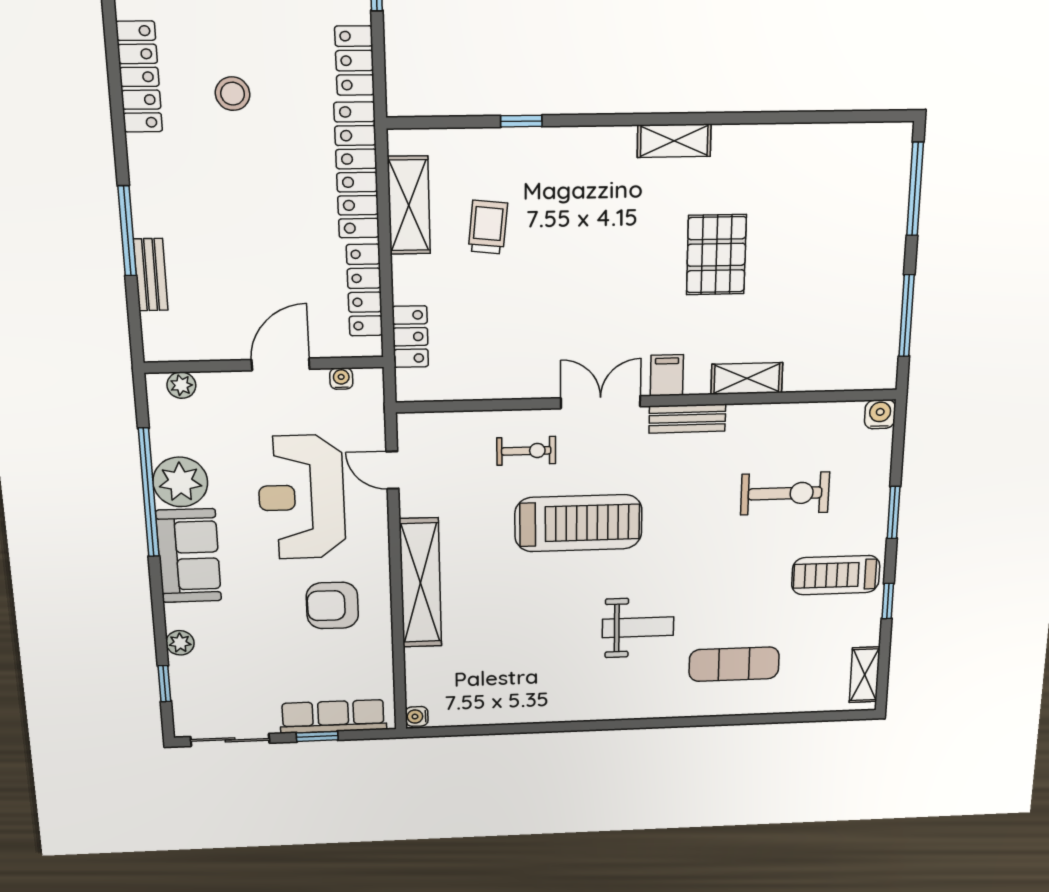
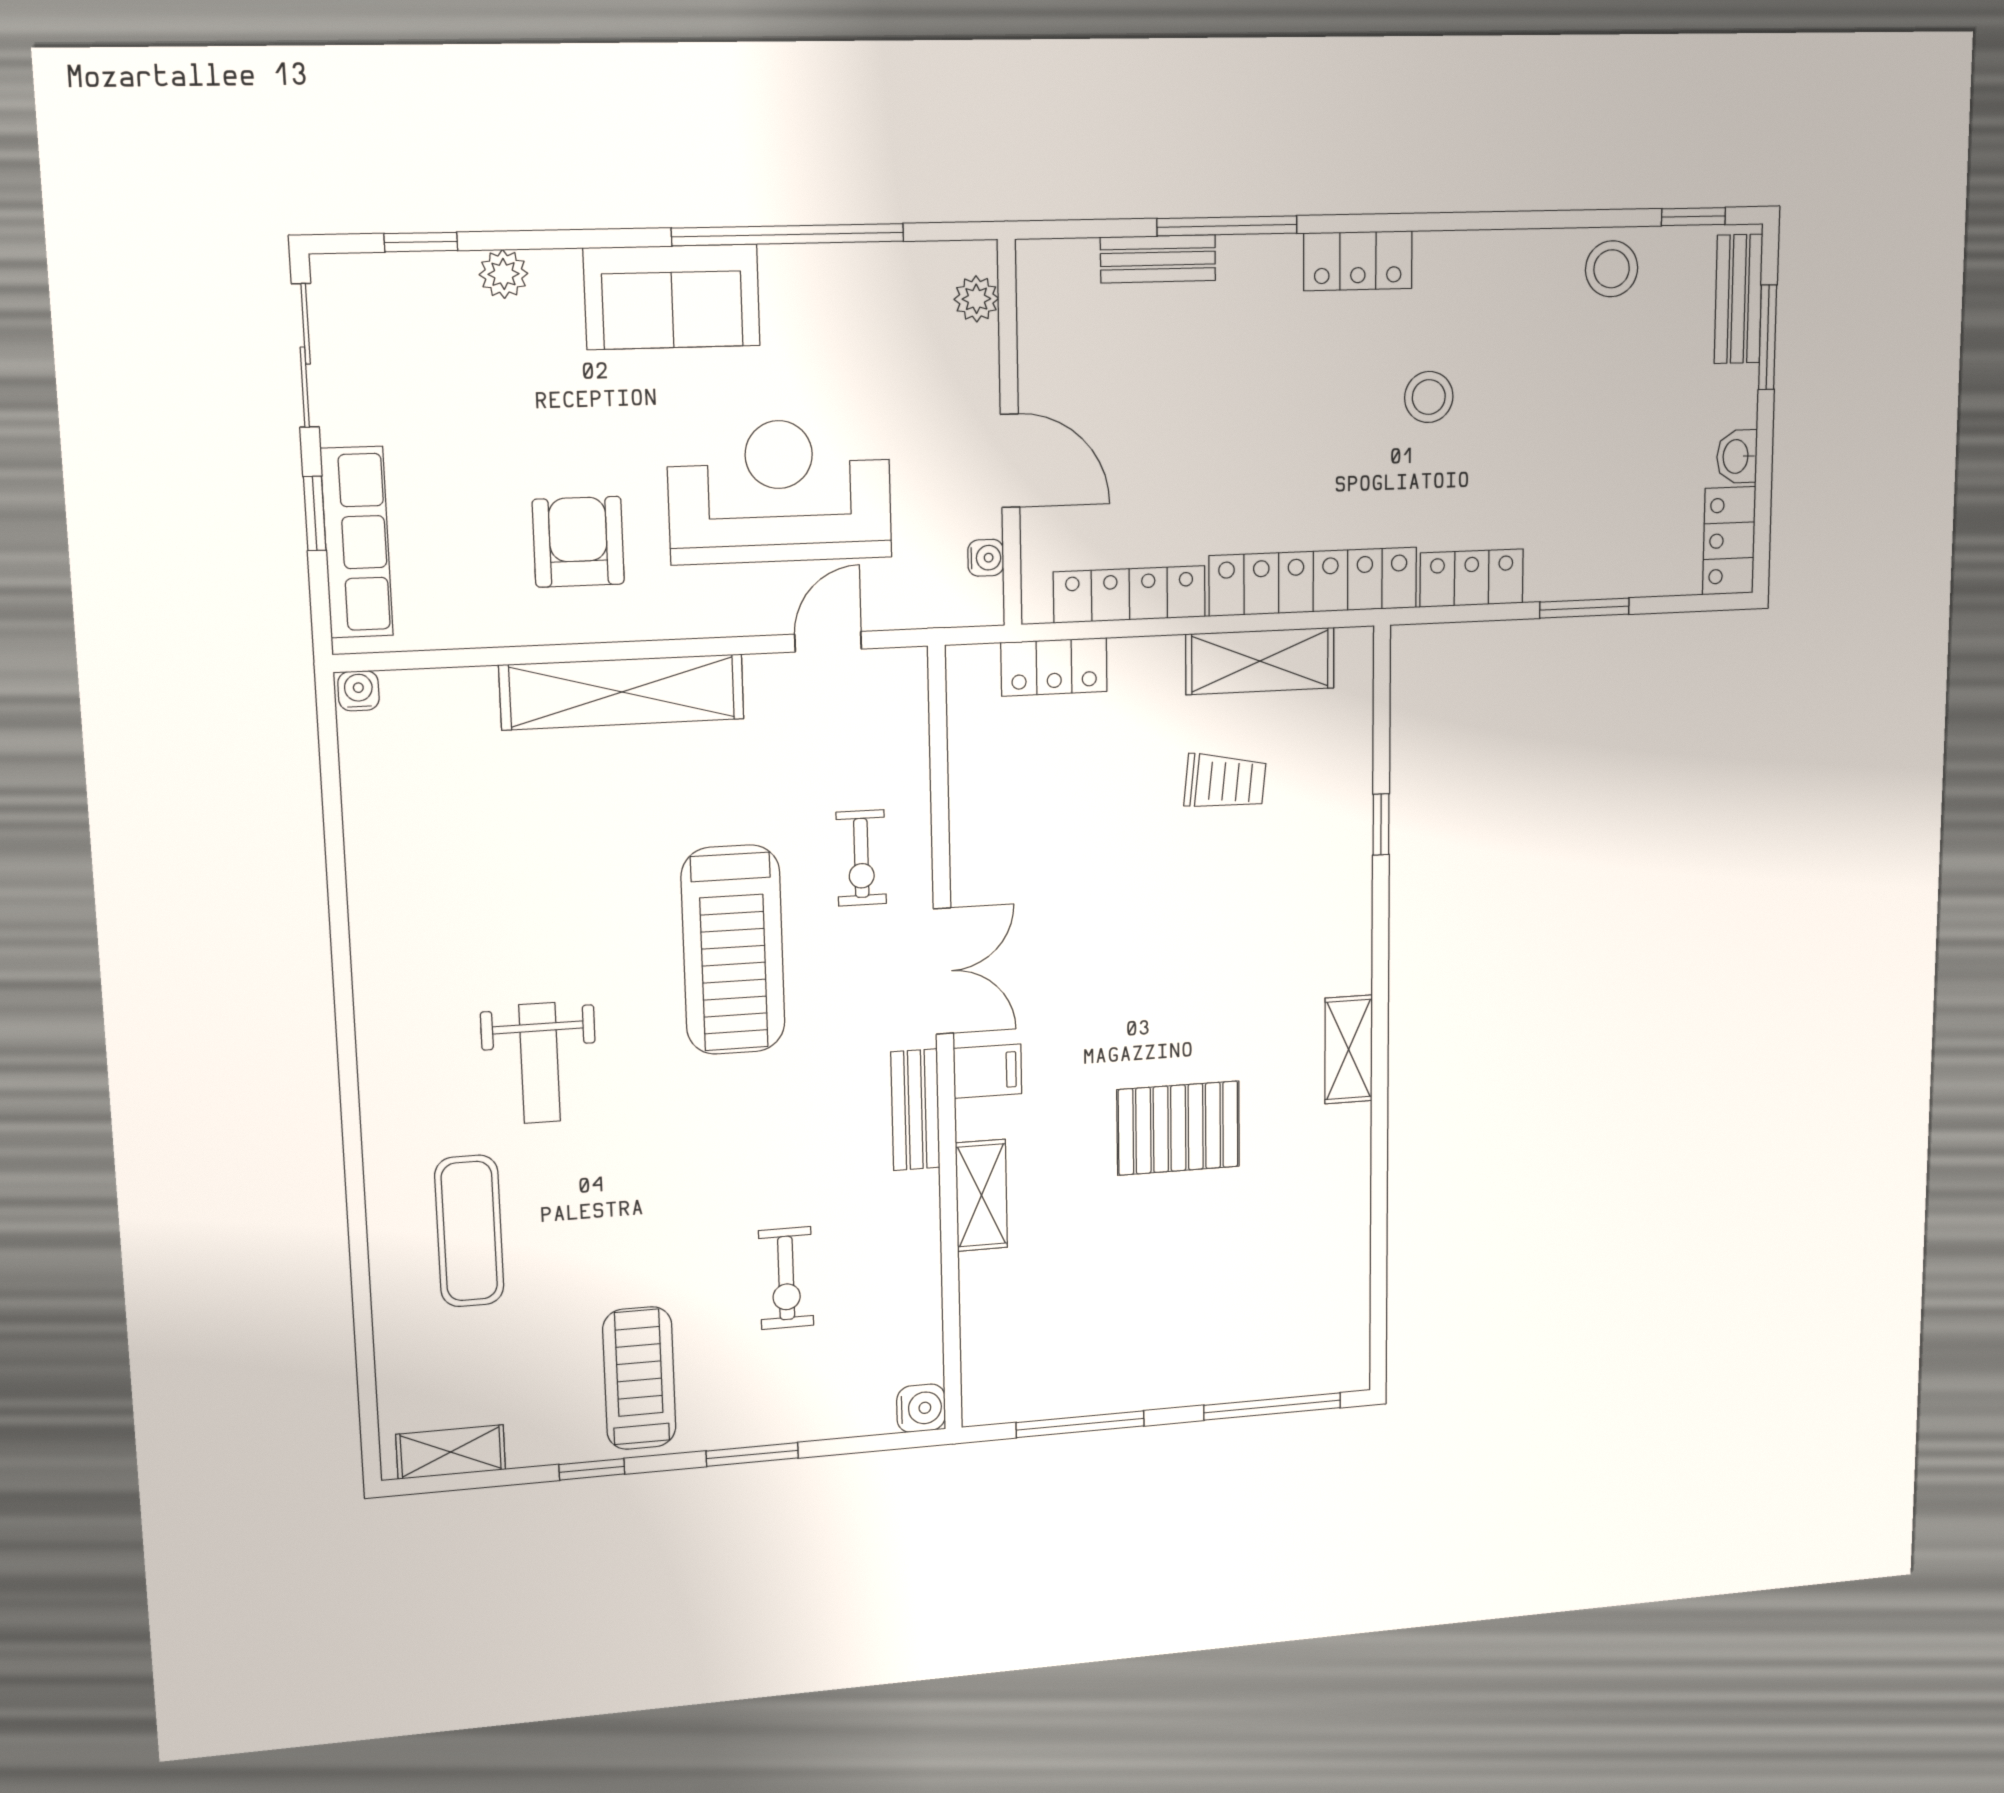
locker: (139, 77) -> (1358, 261), moved, width x0.66
plant: (180, 482) -> (808, 289), removed
exercise bike: (785, 493) -> (786, 1278), width x0.73, depth x0.72

